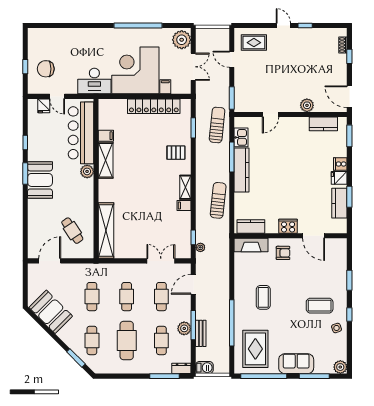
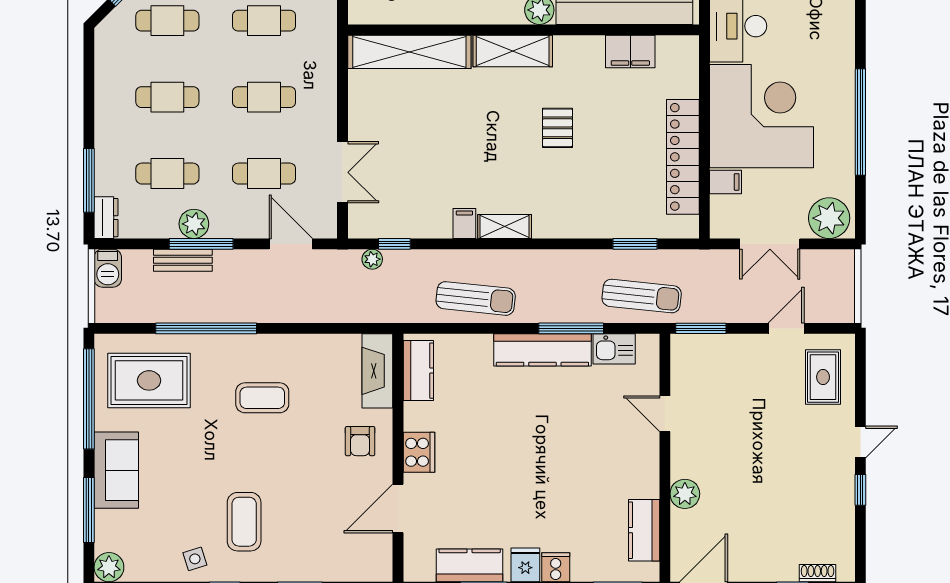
filing cabinet: (106, 136) -> (630, 52), width x2.00
pallet: (176, 153) -> (557, 128), moved
shelving: (106, 160) -> (513, 51), moved
cafe table: (127, 340) -> (167, 97), width x0.73, depth x0.74

